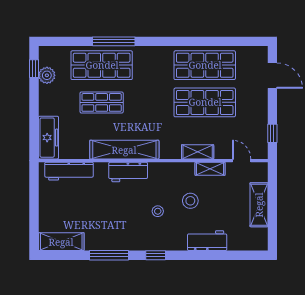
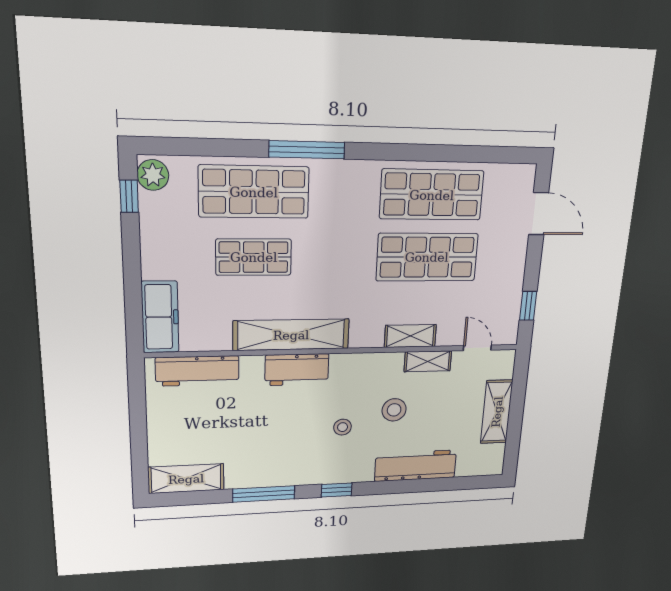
window: (114, 41) -> (307, 150), moved
plant: (47, 75) -> (153, 175), moved
workbench: (207, 241) -> (416, 466), width x1.38

